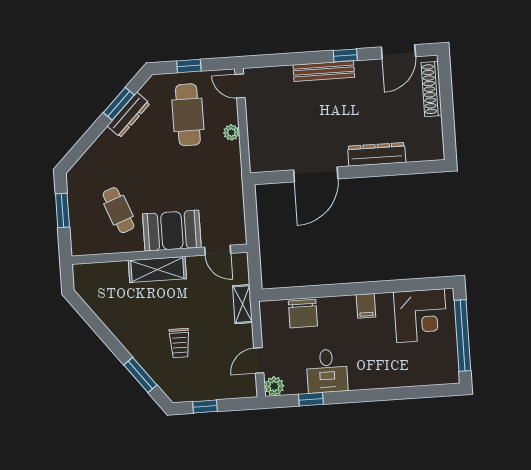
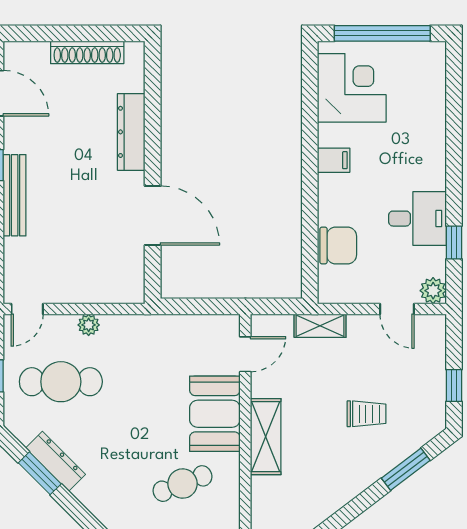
shoe rack: (431, 89) -> (87, 52), moved

